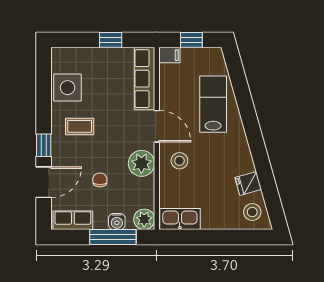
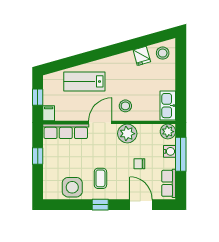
window: (44, 145) -> (100, 205), moved

